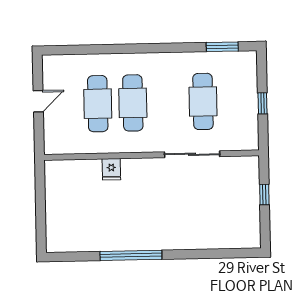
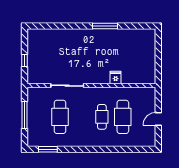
cafe table: (133, 103) -> (102, 117), width x0.73, depth x0.74
window: (262, 103) -> (25, 115), width x2.17
window: (131, 255) -> (105, 26), width x0.68

